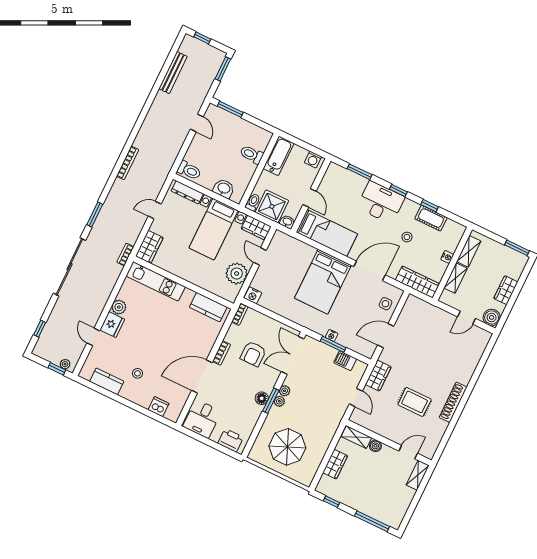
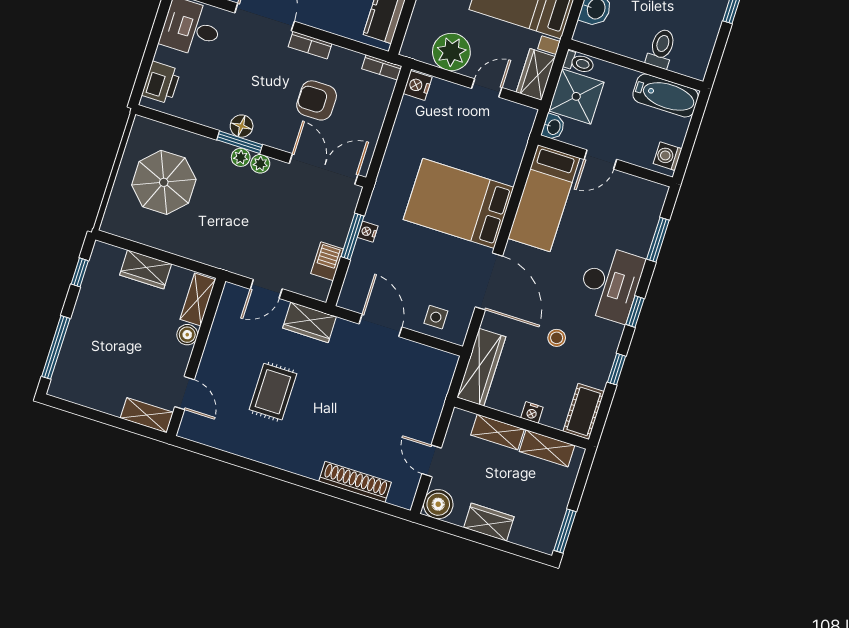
cot: (431, 218) -> (584, 411), moved
shoe rack: (453, 402) -> (355, 482), moved

